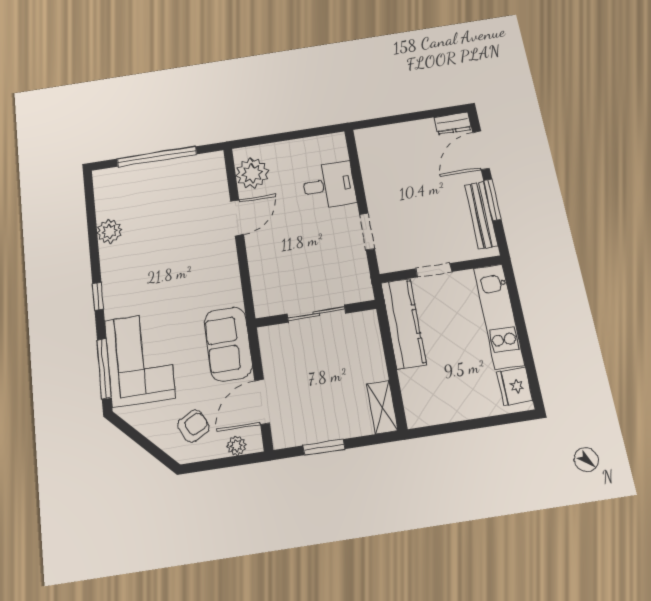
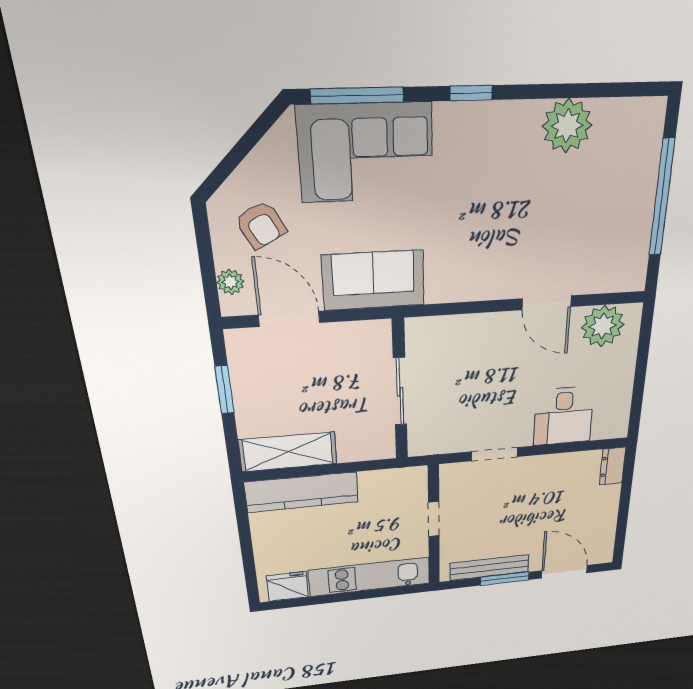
dresser: (453, 123) -> (613, 466), moved
plant: (110, 231) -> (567, 126), width x1.36, depth x1.36
kitchen counter: (403, 323) -> (302, 492), moved
shelving: (382, 407) -> (288, 452), width x1.50, depth x1.33

